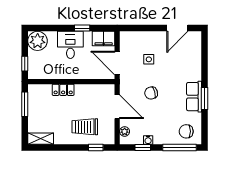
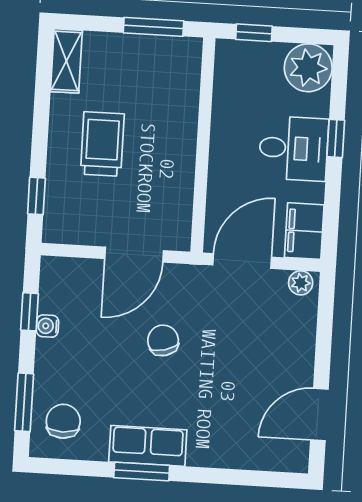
window: (82, 28) -> (336, 138), moved
door: (177, 28) -> (319, 415), hinge flipped
side table: (149, 59) -> (246, 340), removed
locker: (63, 90) -> (184, 124), removed
trolley: (85, 127) -> (102, 144), moved
plant: (125, 132) -> (301, 283), moved
window: (179, 148) -> (24, 402), width x0.69

